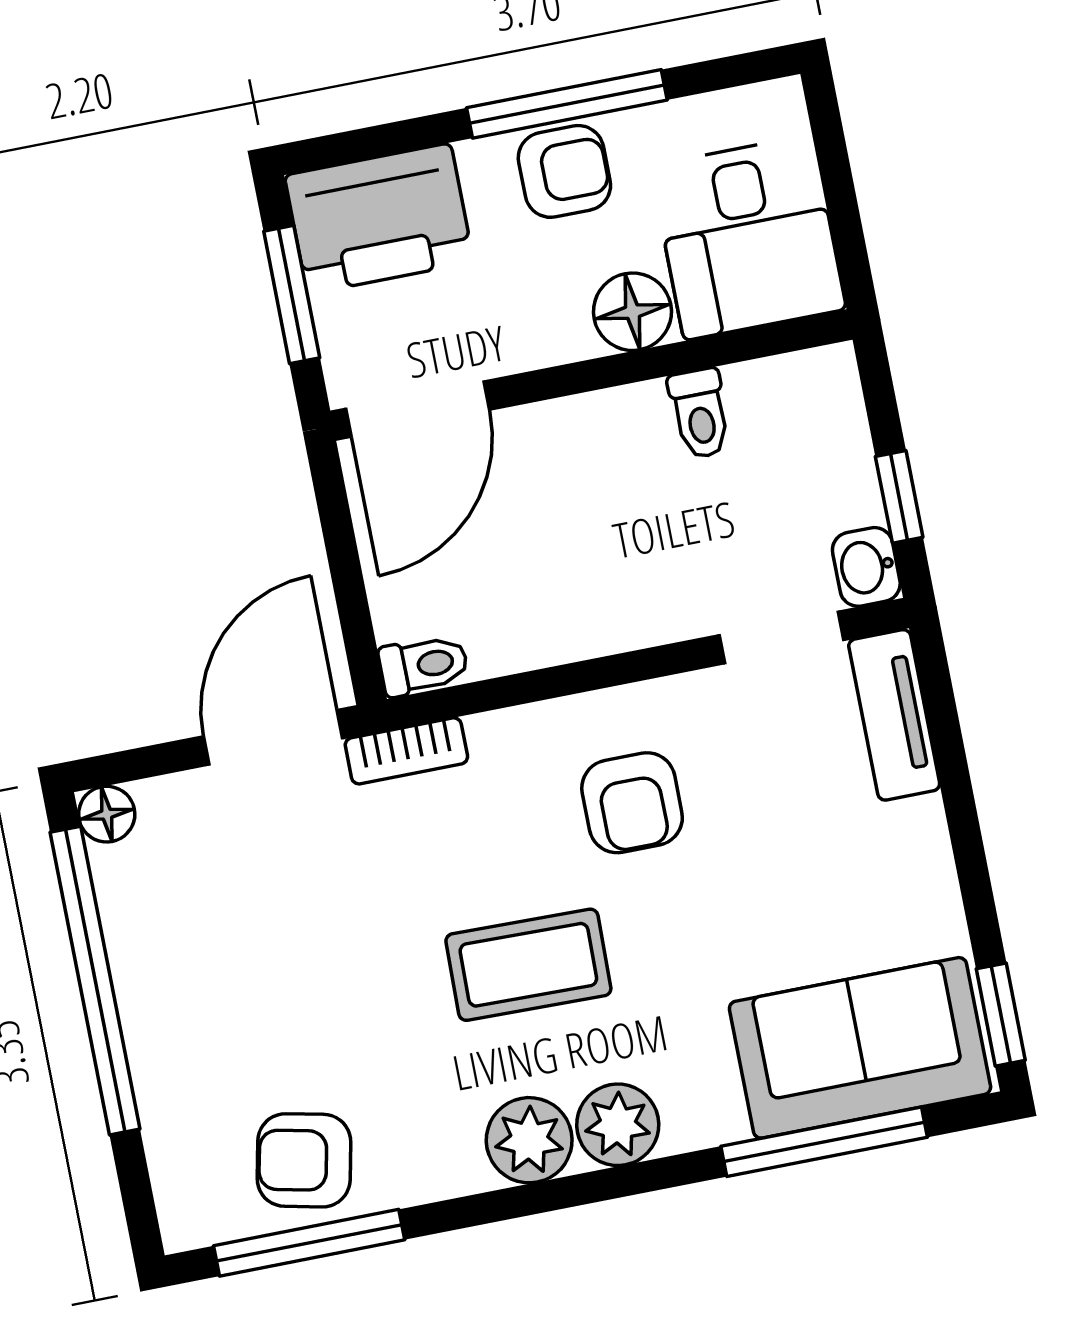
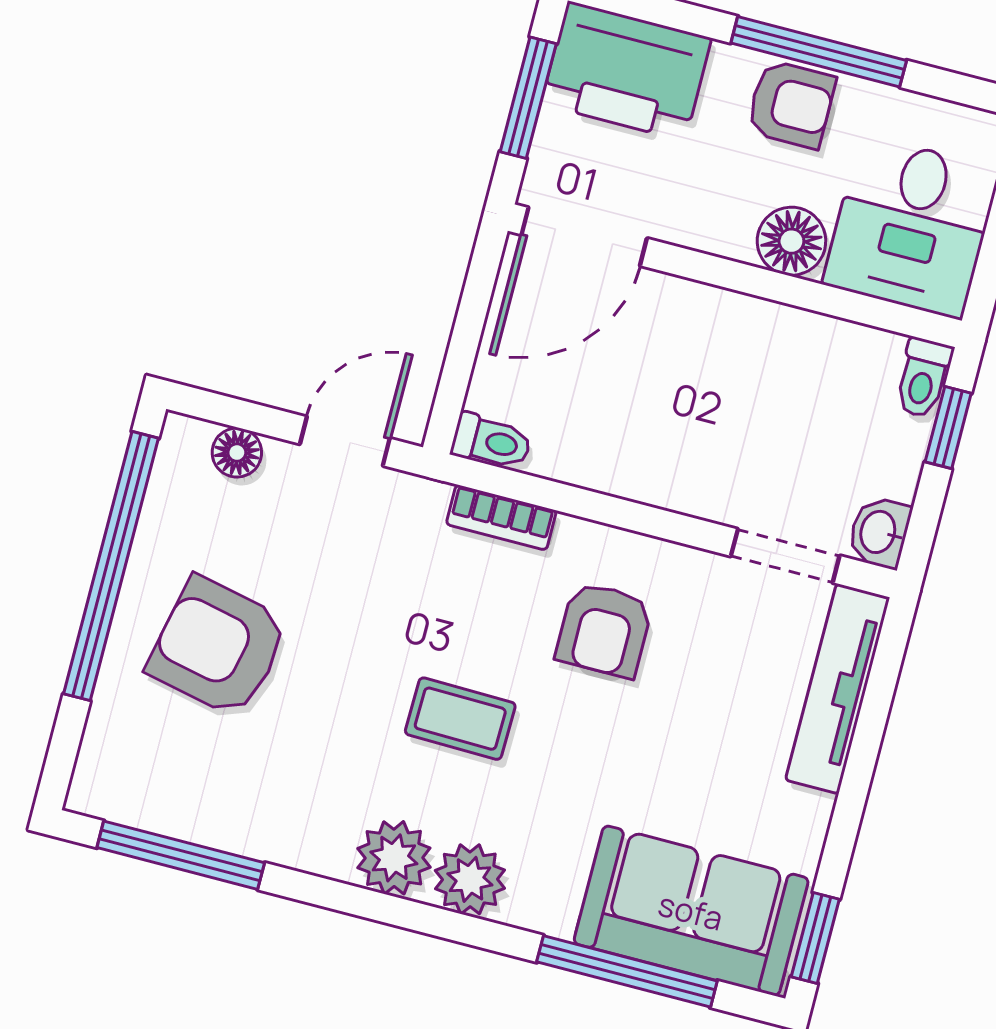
toilet: (700, 413) -> (923, 378), moved
window: (899, 497) -> (948, 427), moved
tv unit: (894, 715) -> (838, 689), width x1.41
door: (273, 737) -> (345, 441), width x0.73
bookcase: (406, 751) -> (501, 517), moved
floor lamp: (107, 814) -> (237, 453), moved
coffee table: (528, 965) -> (460, 719), width x0.73, depth x0.77
armchair: (304, 1160) -> (218, 647), moved, width x1.38, depth x1.38

